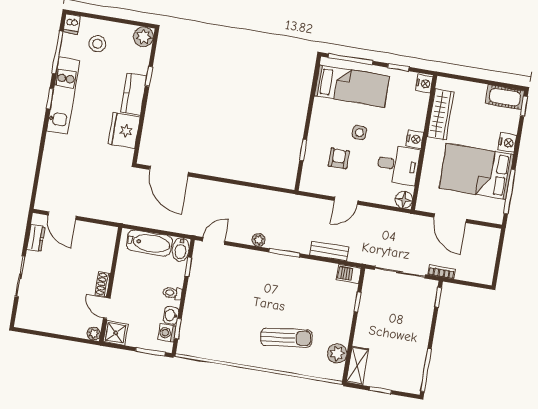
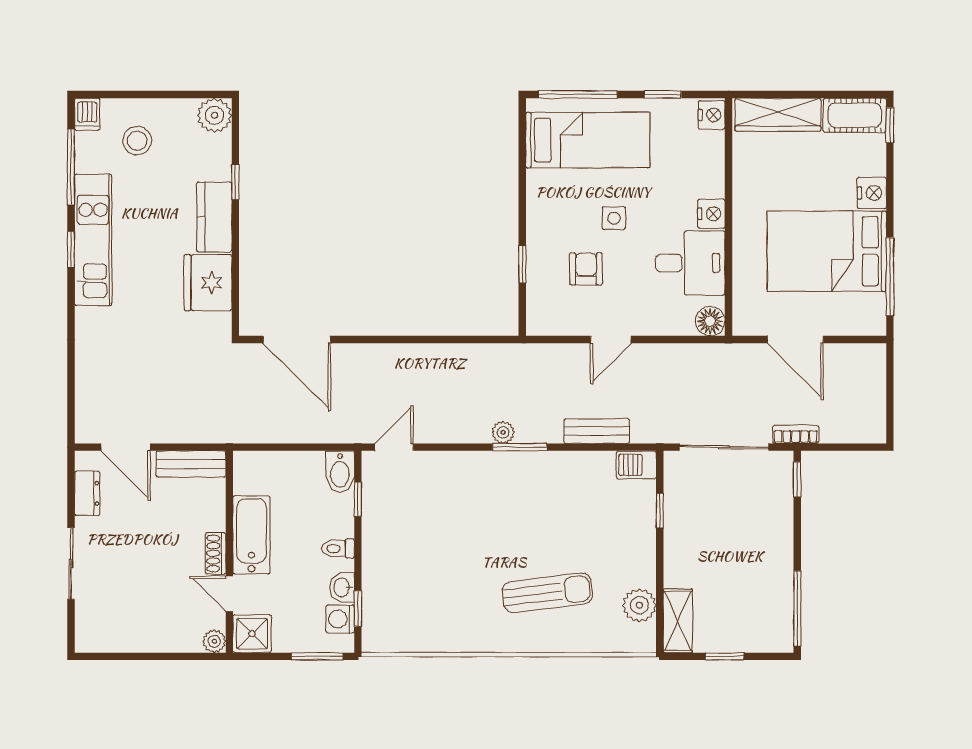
wardrobe: (441, 114) -> (778, 115), moved, turned 90
bench: (97, 231) -> (191, 464), added
plant: (259, 240) -> (503, 432), moved
bathtub: (149, 243) -> (251, 535), moved, turned -90

